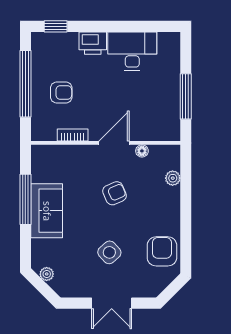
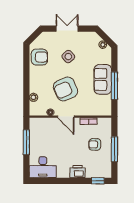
desk: (132, 51) -> (43, 167), moved
window: (25, 84) -> (114, 149), width x0.68
door: (114, 143) -> (66, 117), hinge flipped
armchair: (115, 193) -> (65, 89), width x1.88, depth x1.88
armchair: (162, 251) -> (39, 57), turned -90

